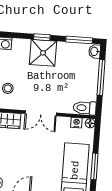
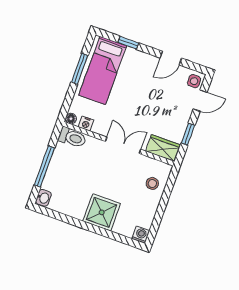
window: (42, 37) -> (98, 230), removed
window: (79, 40) -> (57, 215), removed

